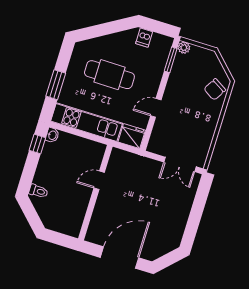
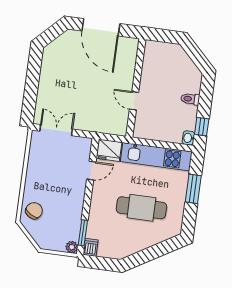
dishwasher: (144, 38) -> (91, 247), moved
door: (156, 108) -> (91, 171), moved
door: (99, 180) -> (134, 101), swing flipped
toilet: (38, 191) -> (190, 99), moved
door: (120, 258) -> (101, 27), hinge flipped

